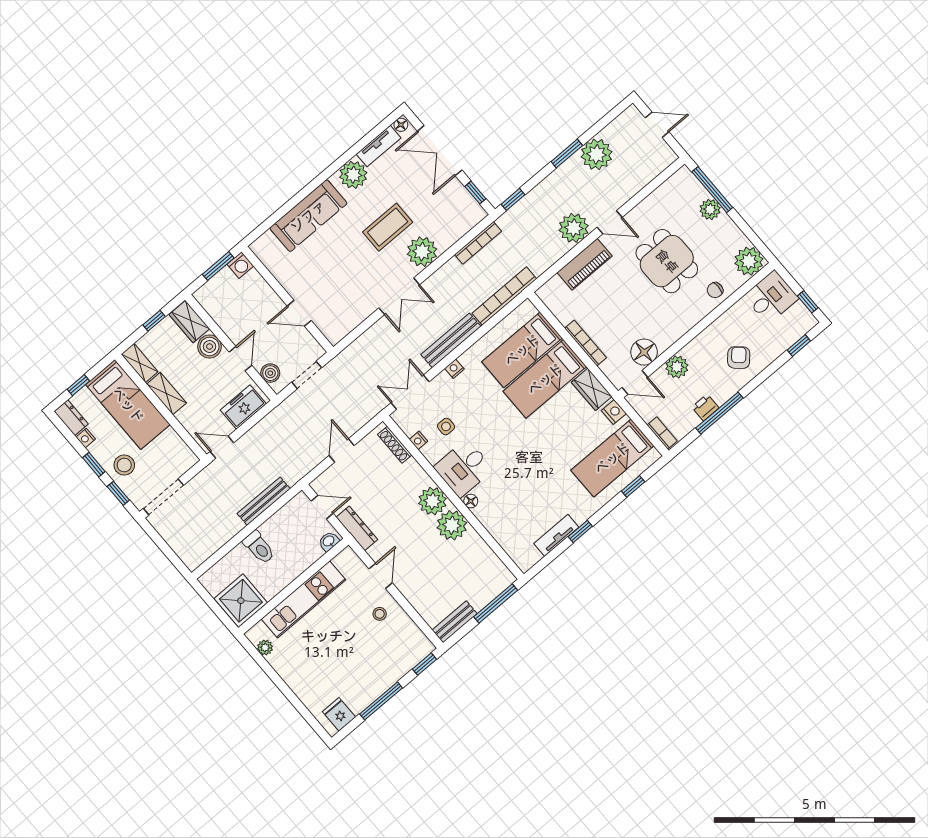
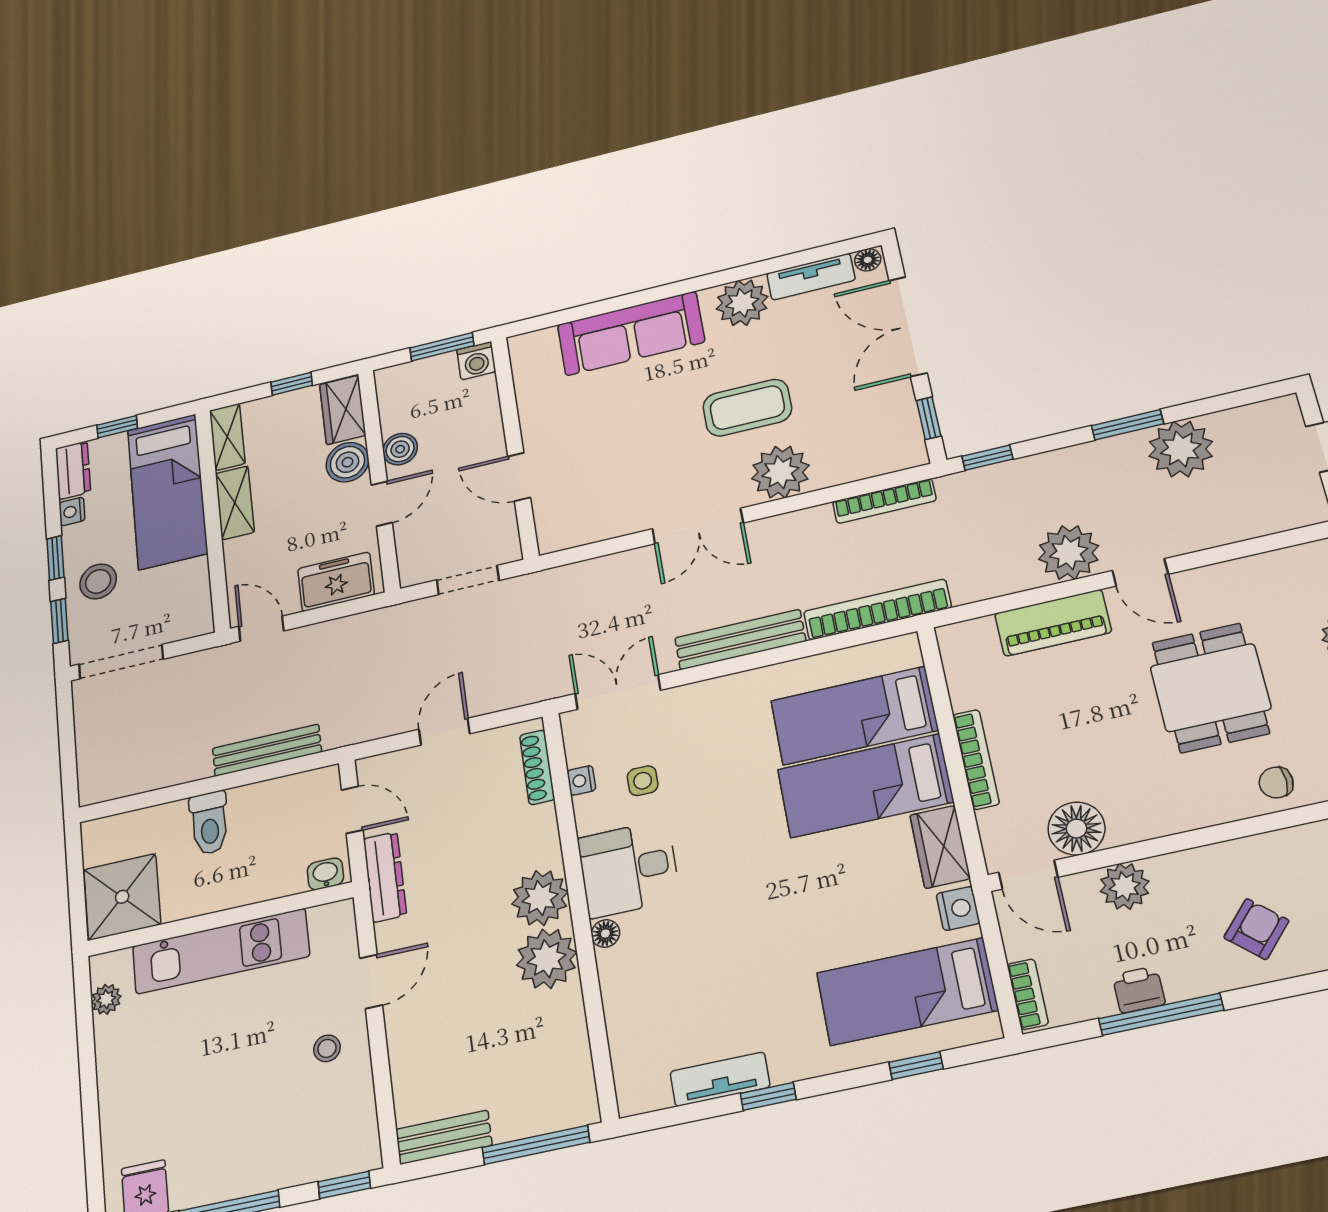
nightstand: (454, 369) -> (717, 690), removed
boiler: (270, 373) -> (400, 449), moved

